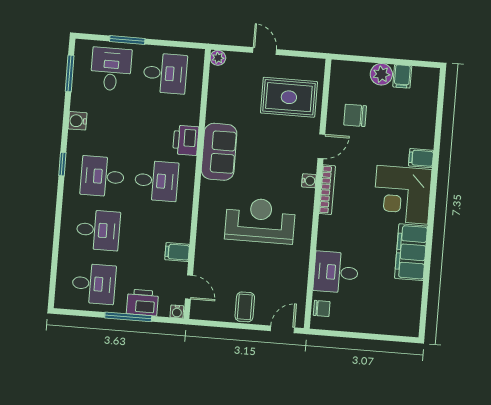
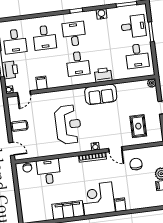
rug: (289, 97) -> (138, 126), width x0.73, depth x0.70

